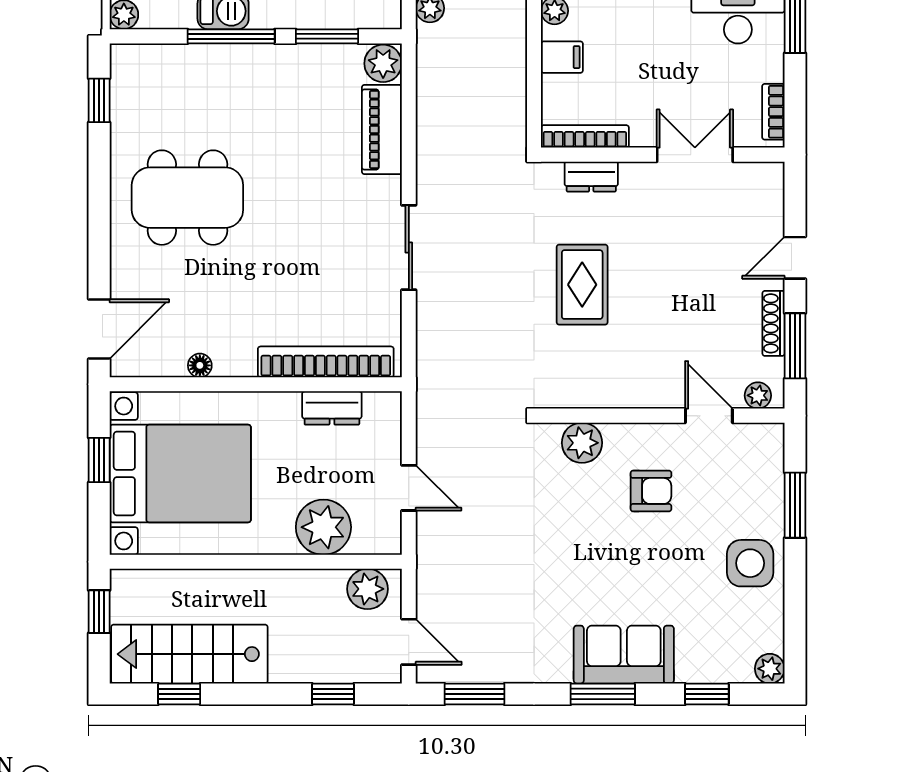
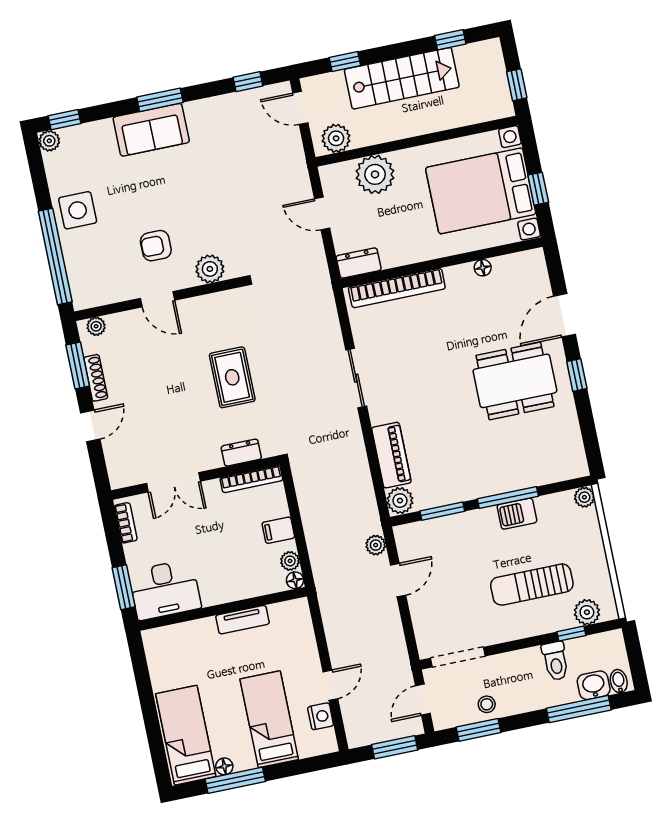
window: (99, 100) -> (577, 375), moved
door: (99, 329) -> (564, 315), moved
dresser: (332, 408) -> (359, 263), moved
door: (709, 416) -> (157, 299), moved
window: (795, 505) -> (55, 256), width x2.11
stairs: (189, 654) -> (402, 78), moved
window: (474, 694) -> (248, 82), width x0.67
window: (707, 694) -> (64, 120), moved

